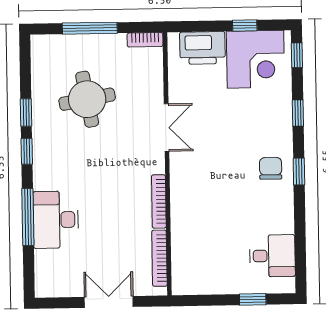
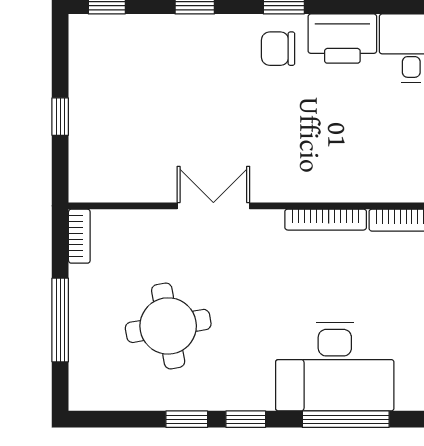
window: (245, 25) -> (60, 117), moved
printer: (202, 48) -> (342, 39), moved, turned 90
corner desk: (255, 59) -> (112, 69), removed
desk: (56, 220) -> (335, 367), width x1.36, depth x1.30

